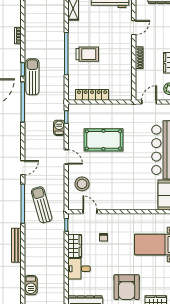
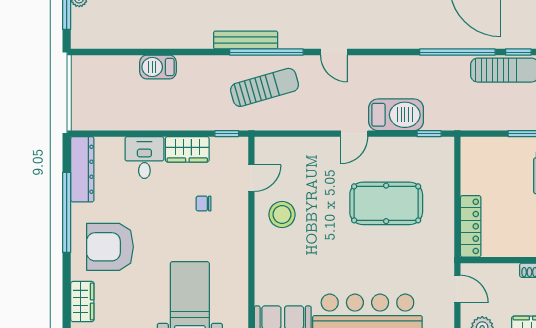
locker: (92, 95) -> (471, 226), moved
barbecue: (59, 128) -> (396, 115), width x1.88, depth x1.53
pool table: (103, 140) -> (386, 203), turned 90
stool: (82, 184) -> (282, 214), moved
bench: (16, 245) -> (246, 40), moved
barbecue: (31, 285) -> (158, 67), moved

